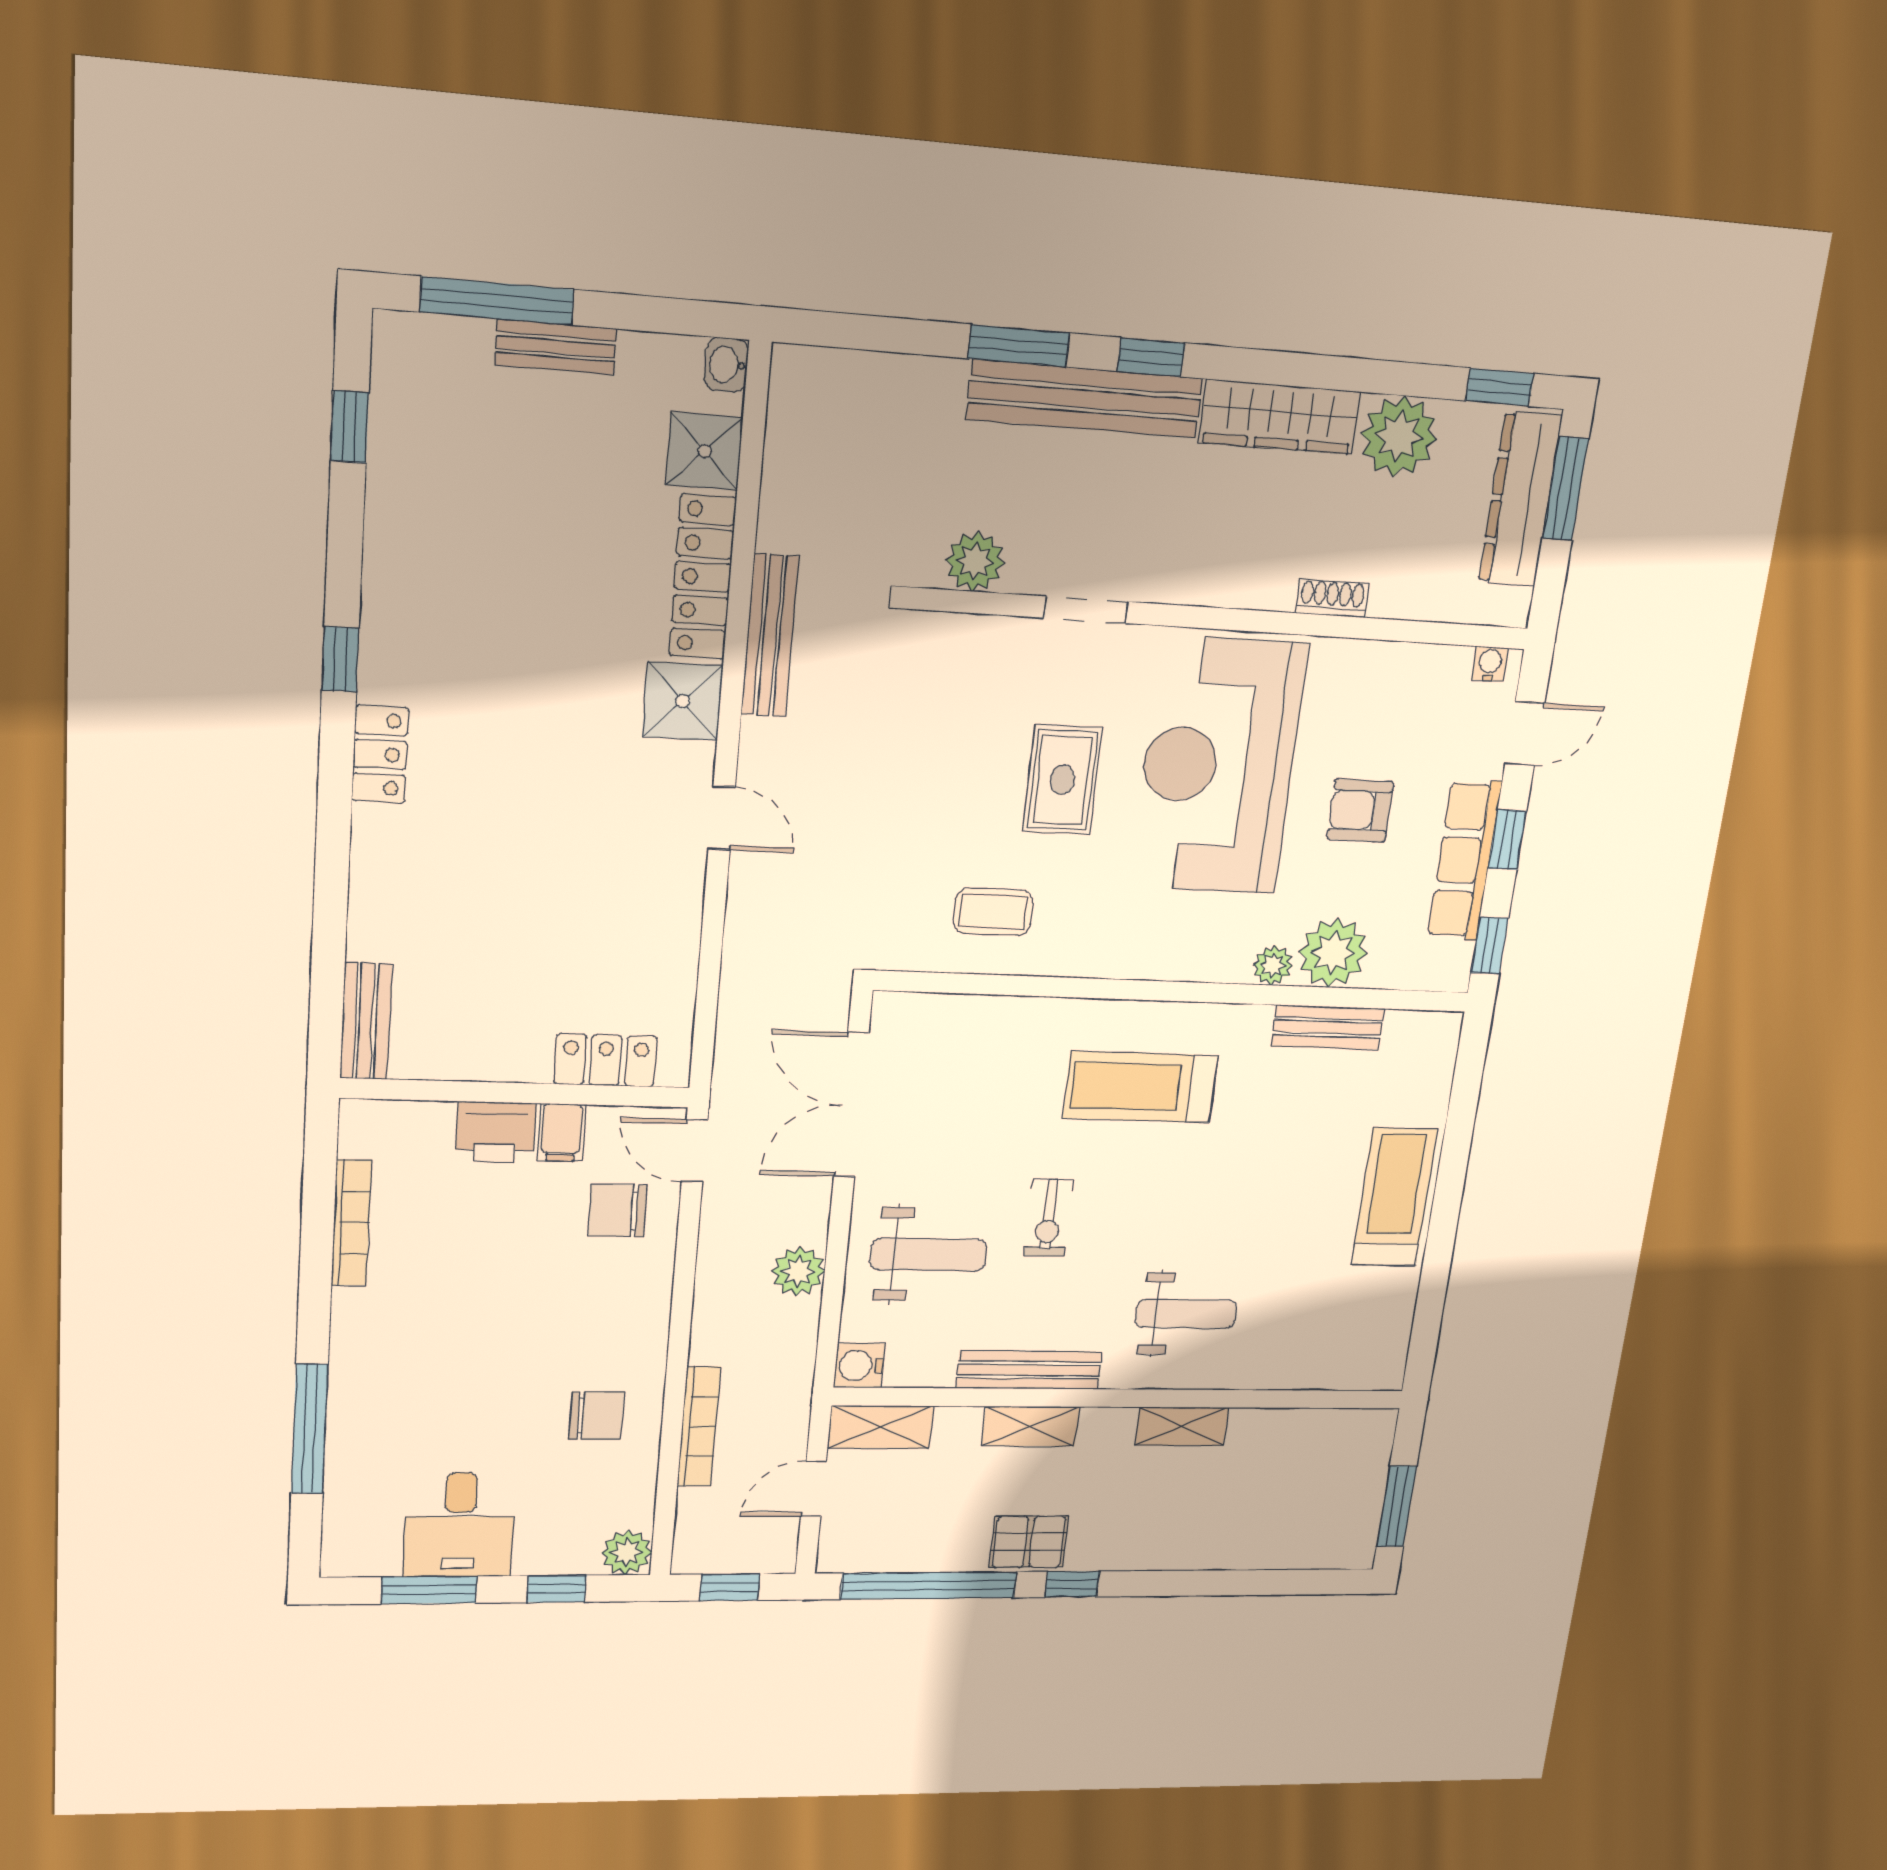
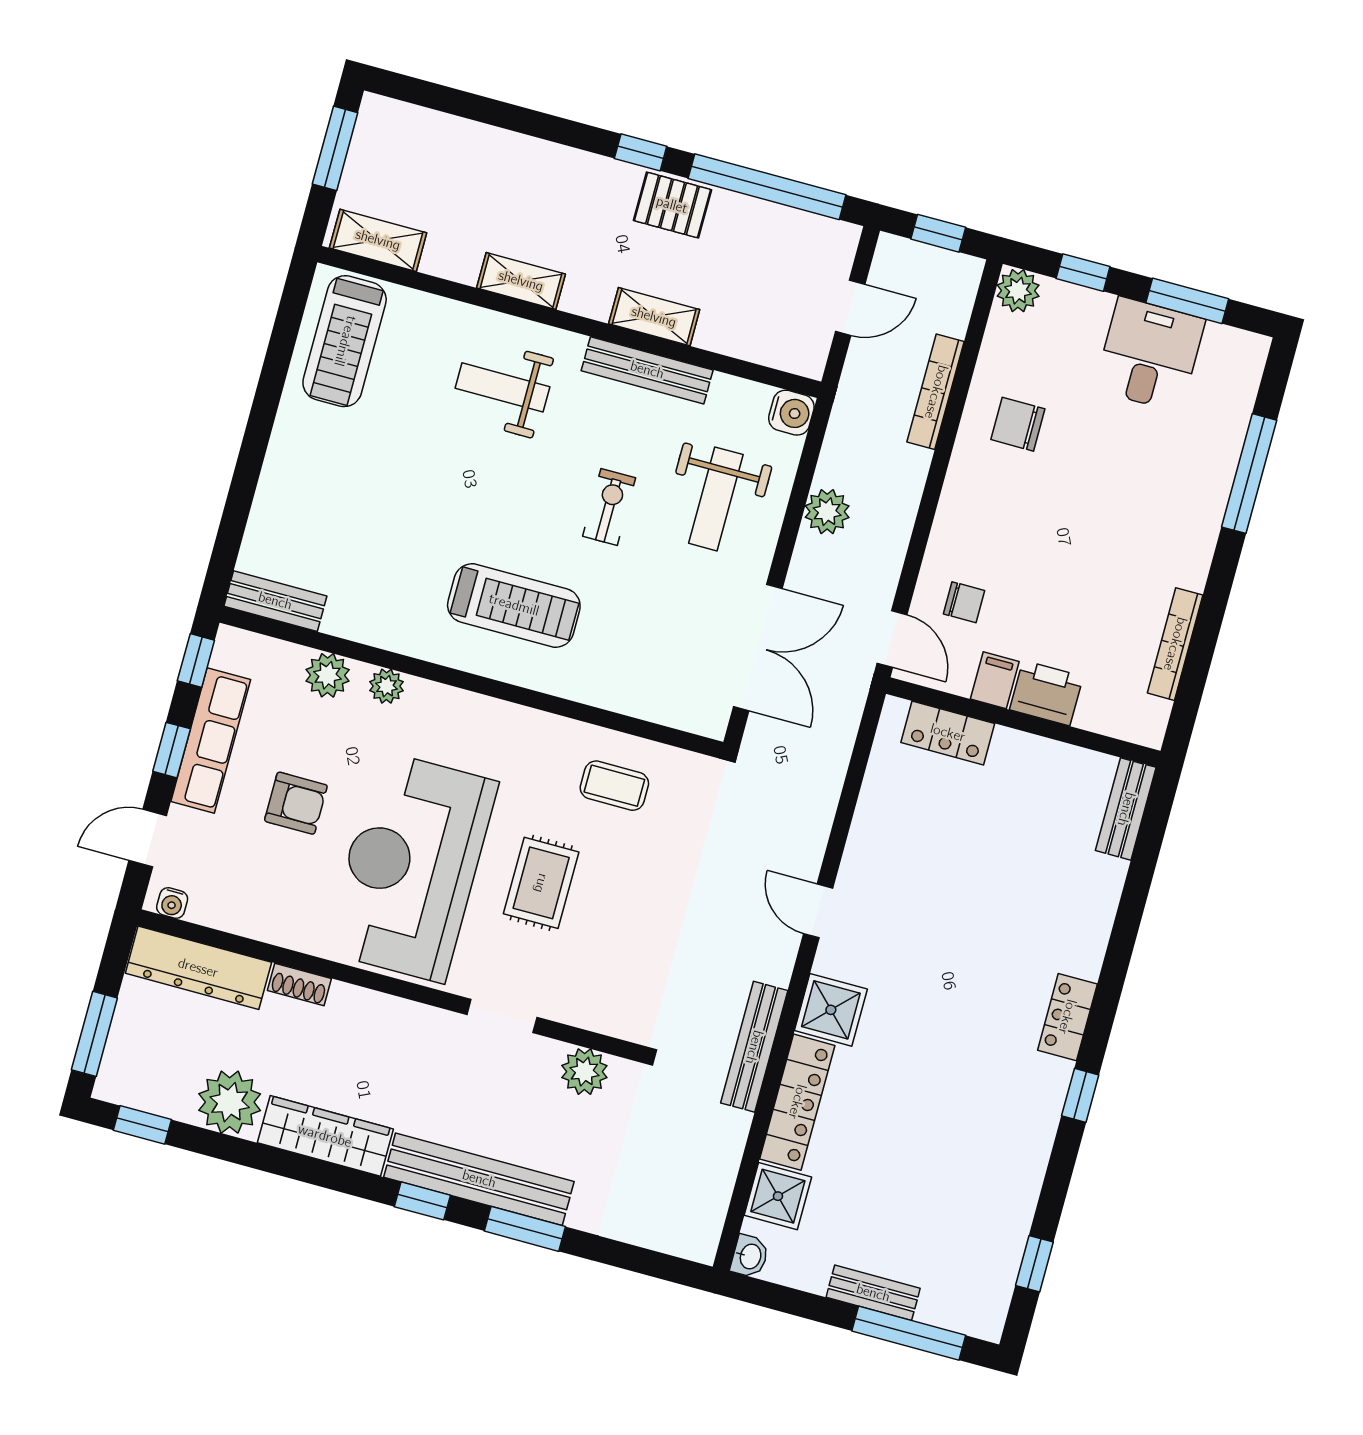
dresser: (1520, 499) -> (198, 968), moved, turned 90
reception desk: (1218, 766) -> (411, 867), turned 180
plant: (1333, 953) -> (328, 675), width x0.73, depth x0.73
bench: (1328, 1027) -> (275, 601), moved
treadmill: (1394, 1197) -> (345, 341), moved
chair: (617, 1211) -> (964, 602), width x0.73, depth x0.73
weight bench: (929, 1255) -> (716, 499), turned -90
shelving: (880, 1427) -> (378, 240), moved

